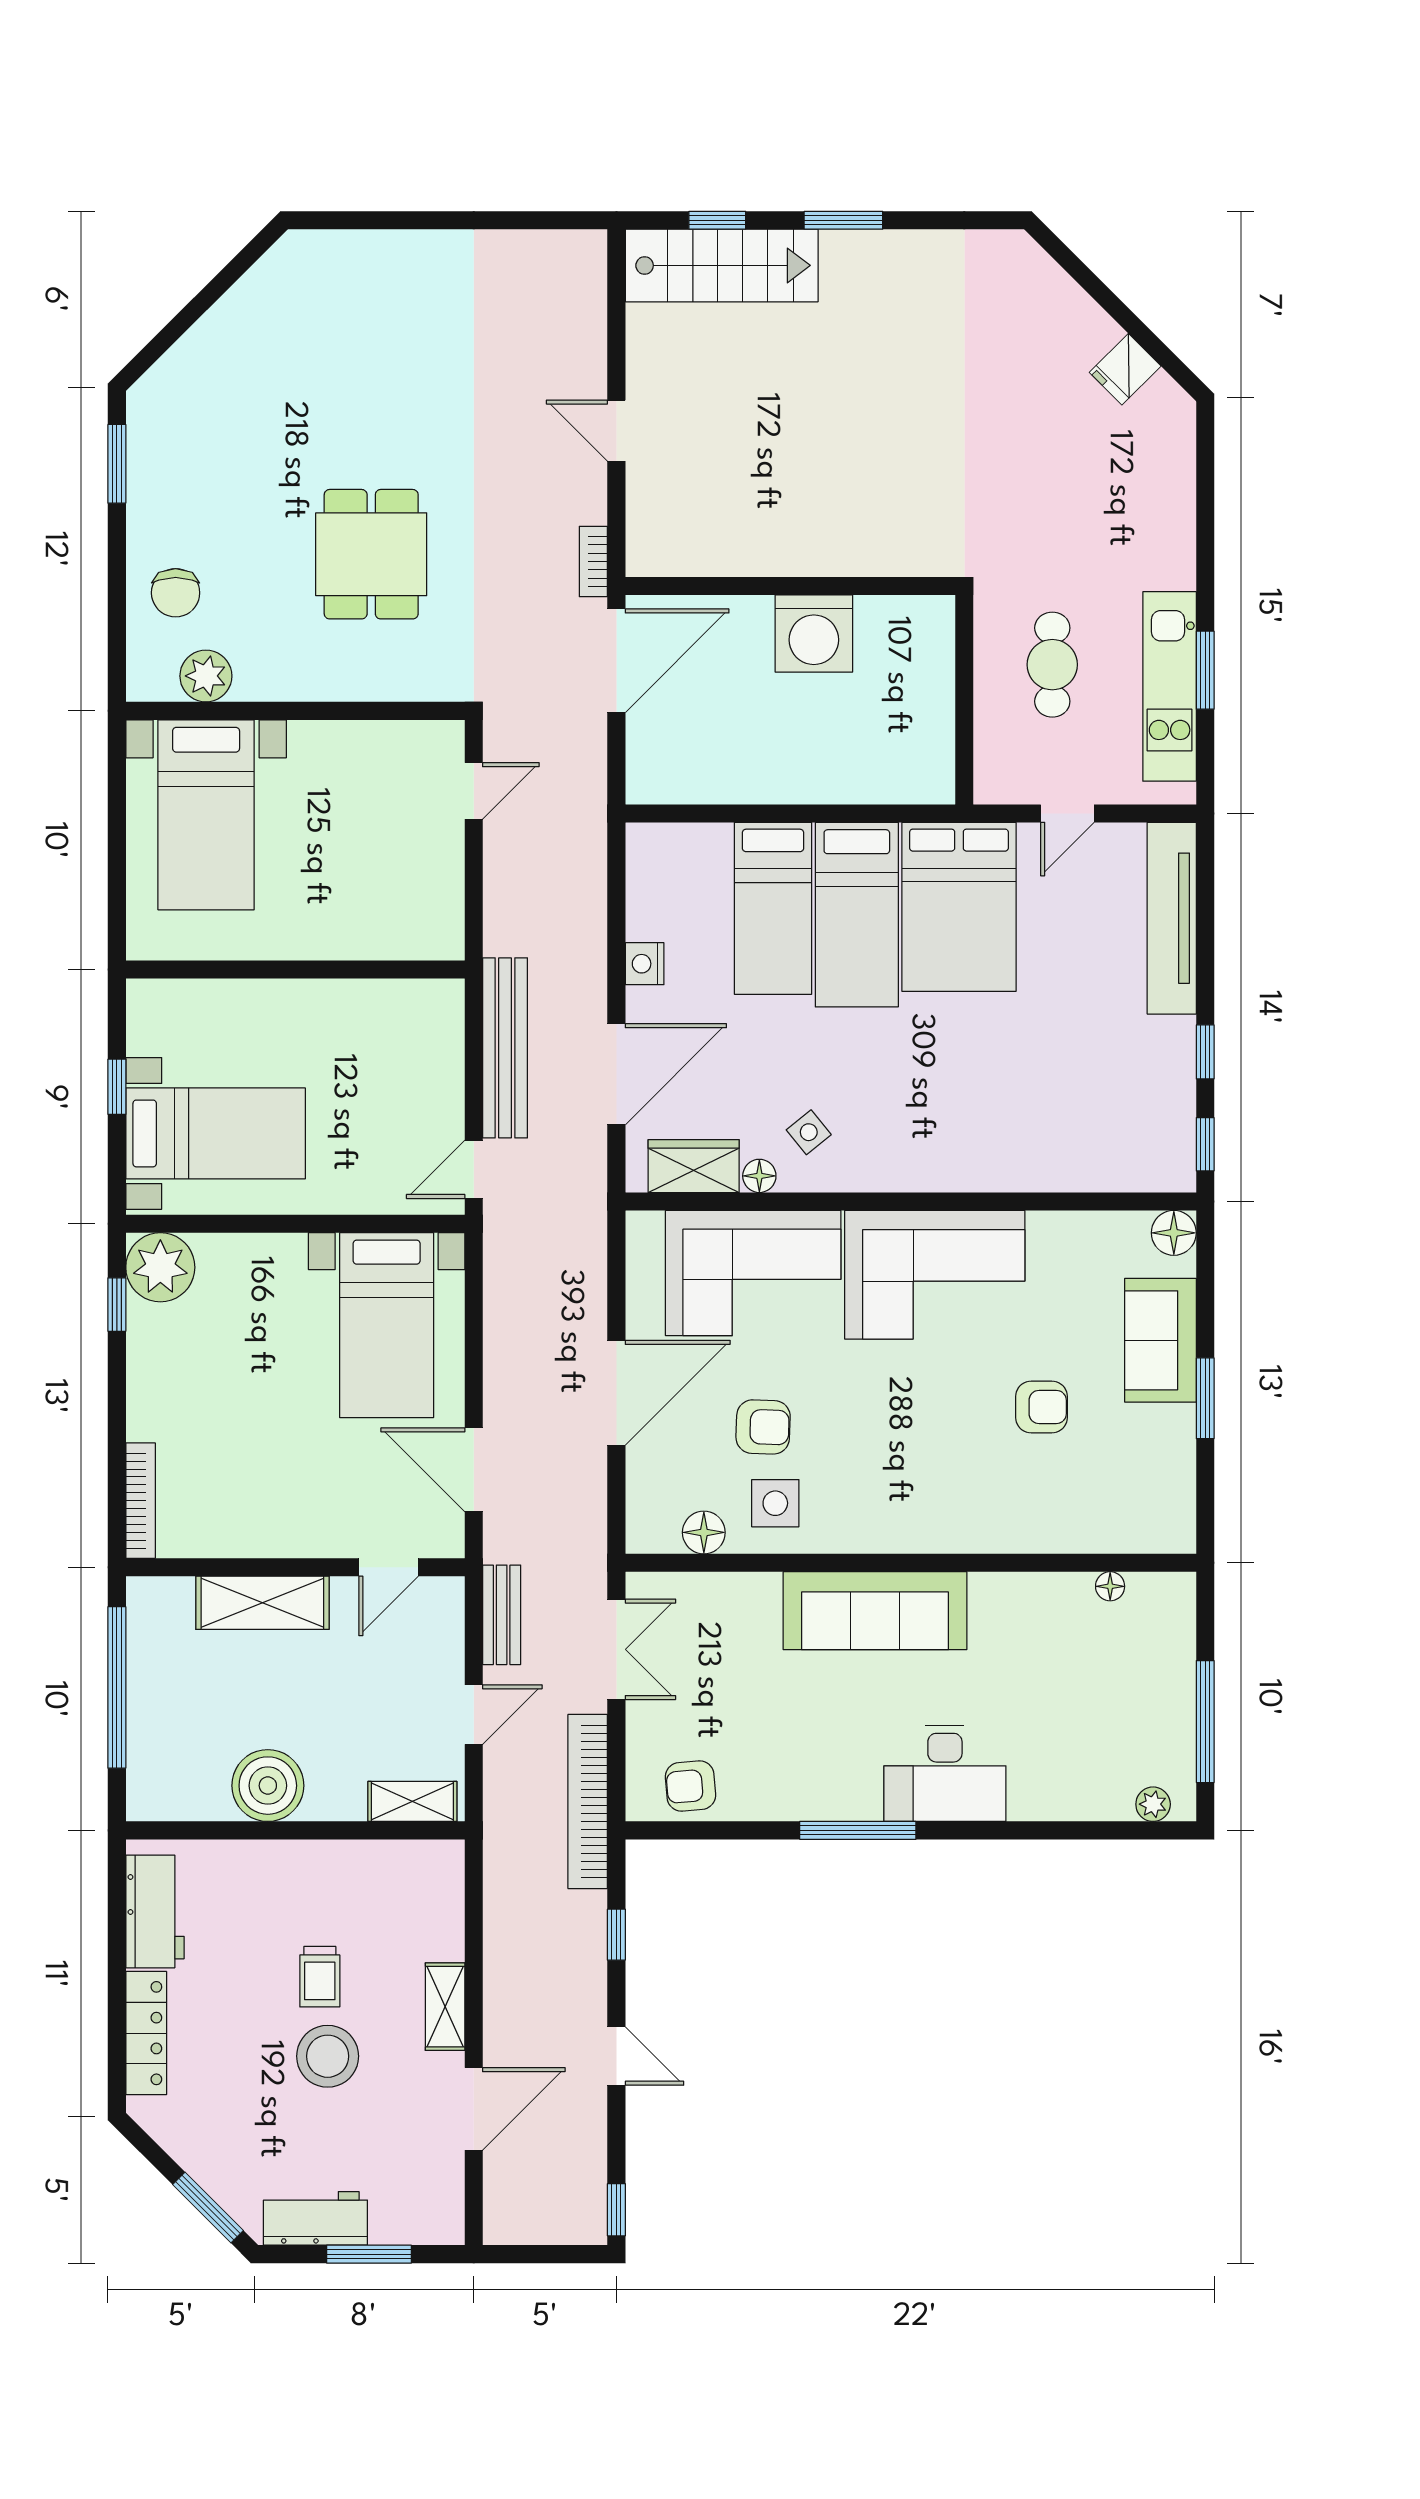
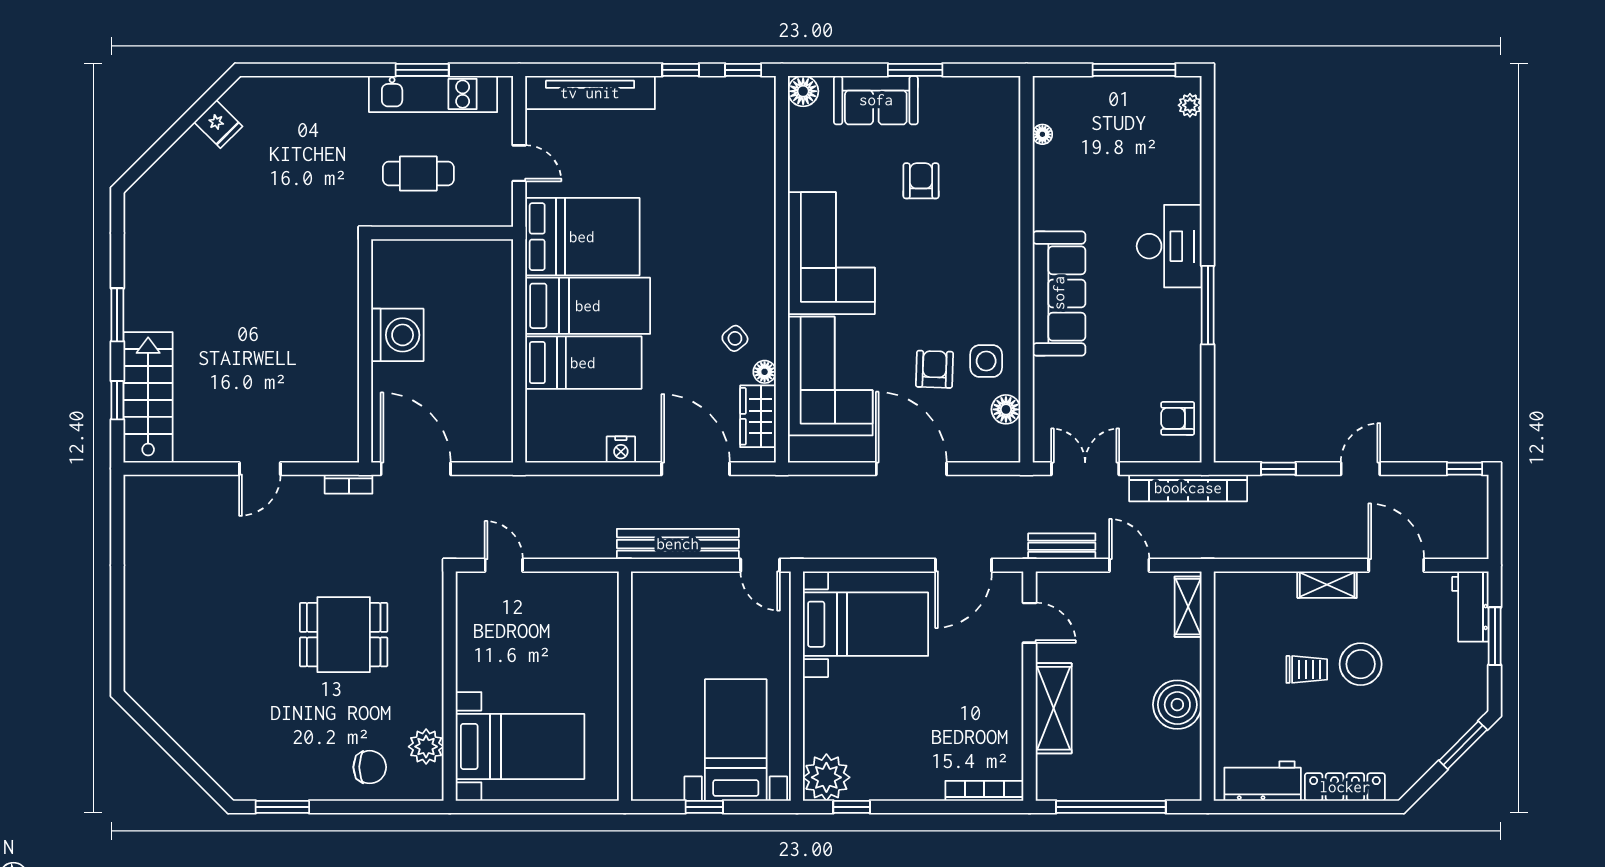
armchair: (690, 1786) -> (1178, 418), turned 95
workbench: (315, 2218) -> (1470, 606), moved

